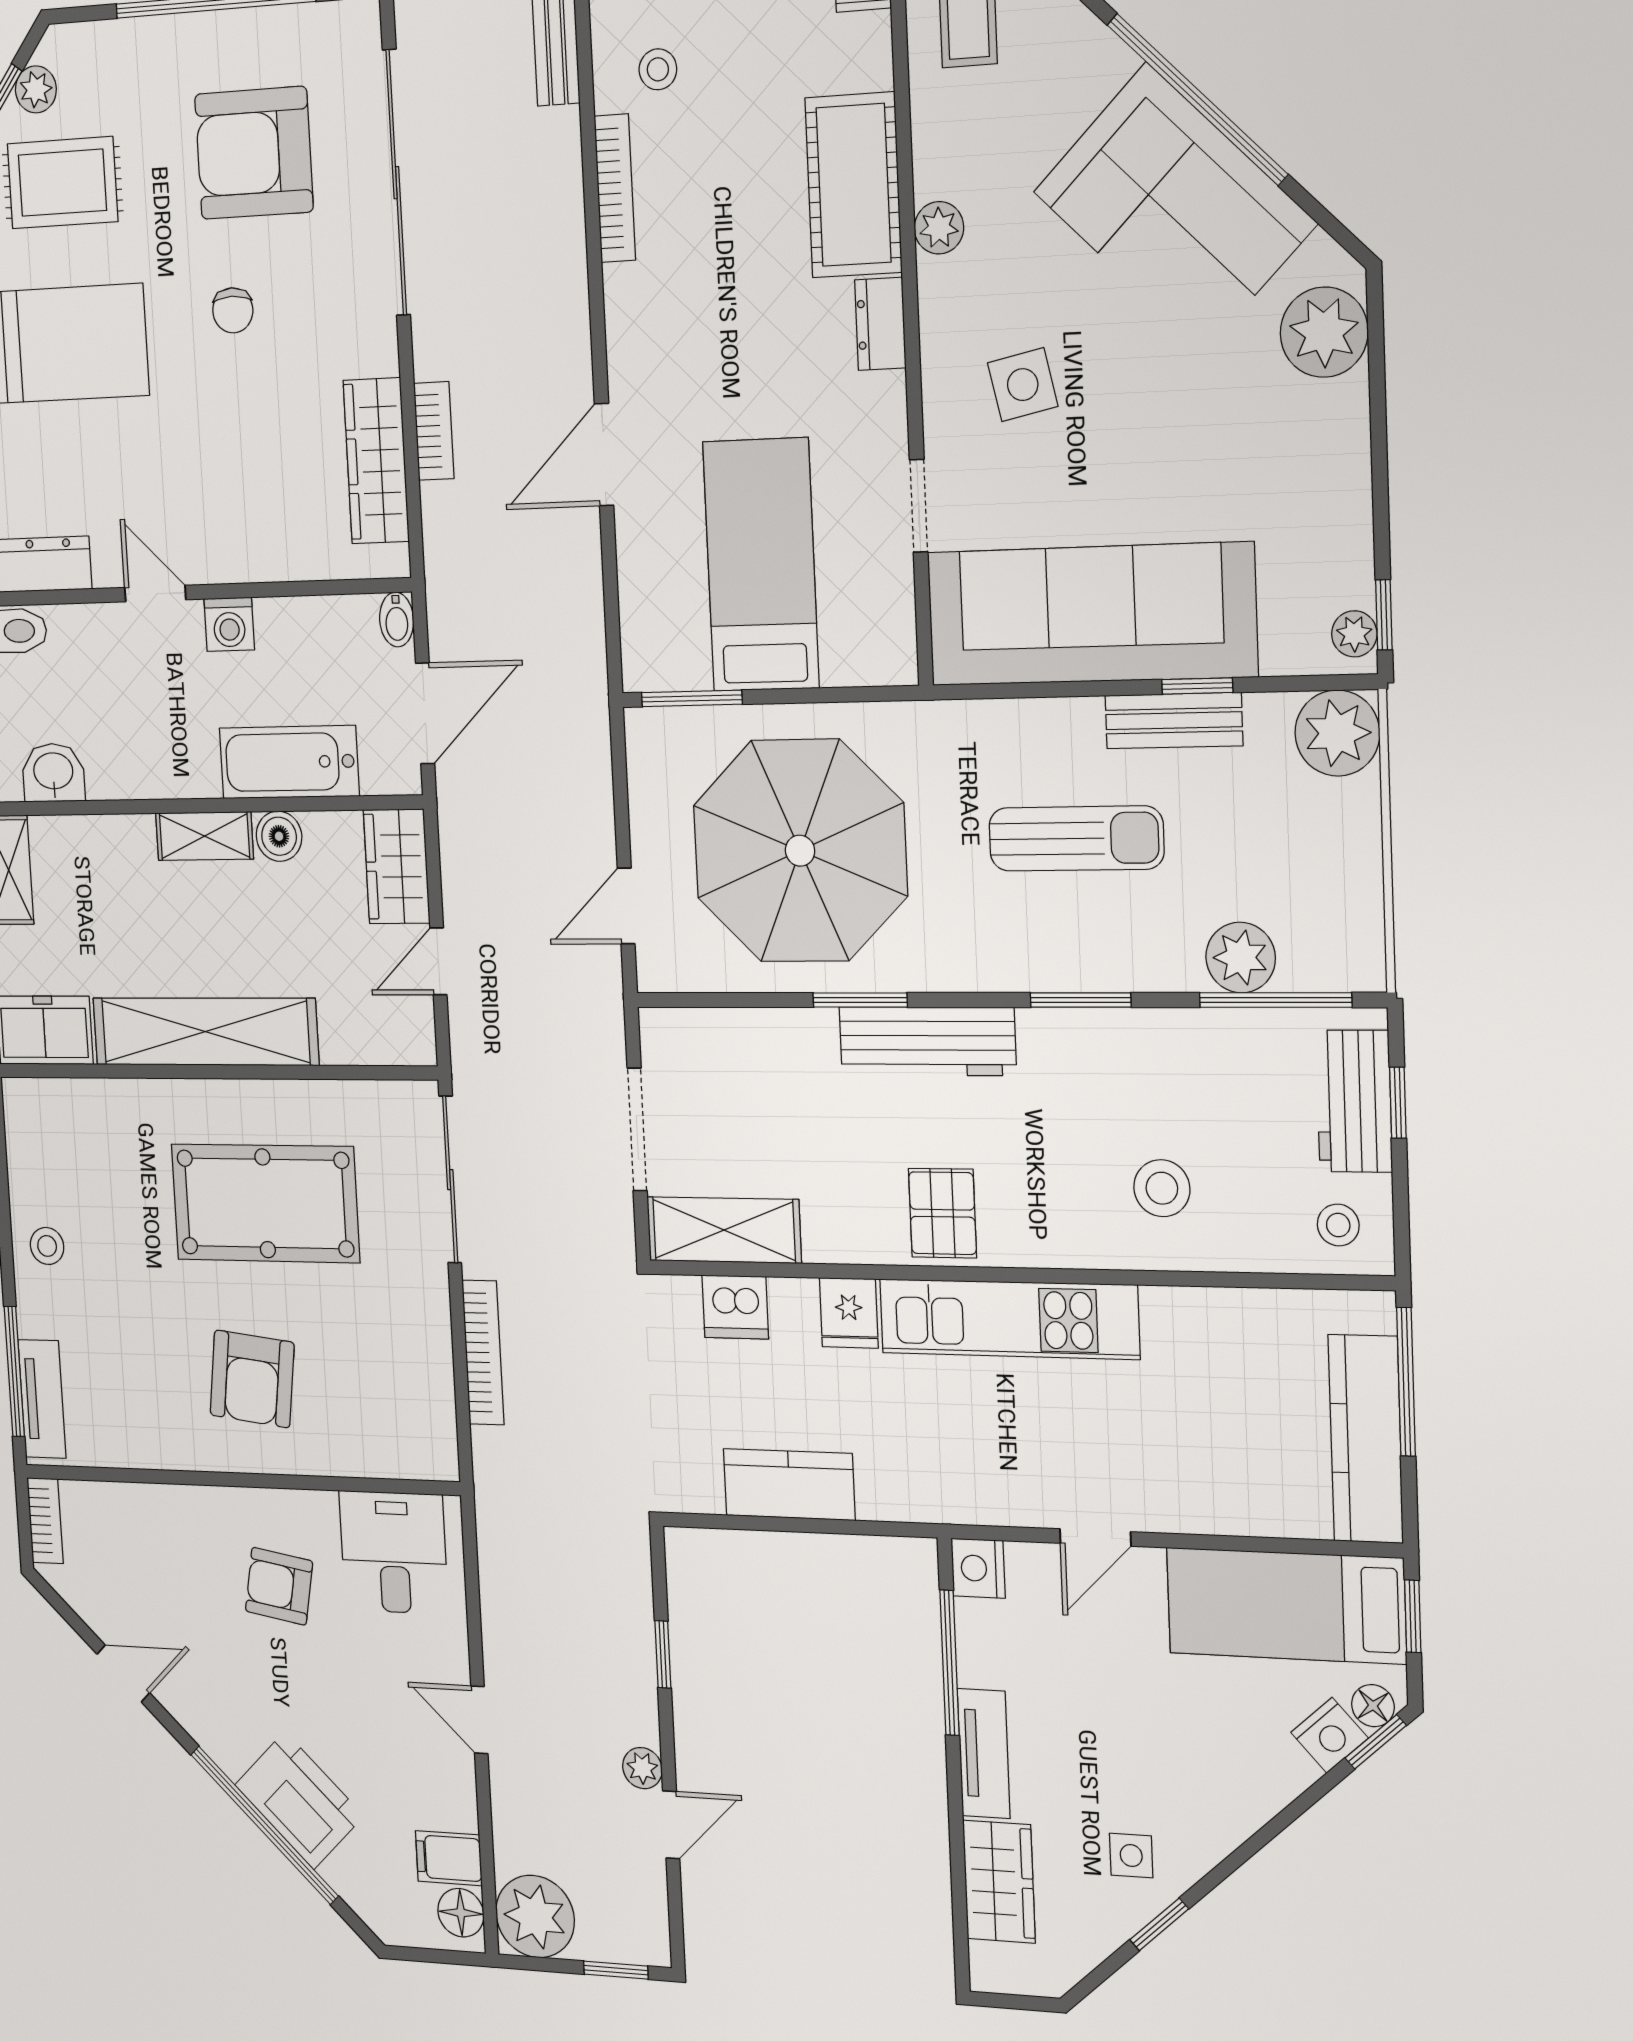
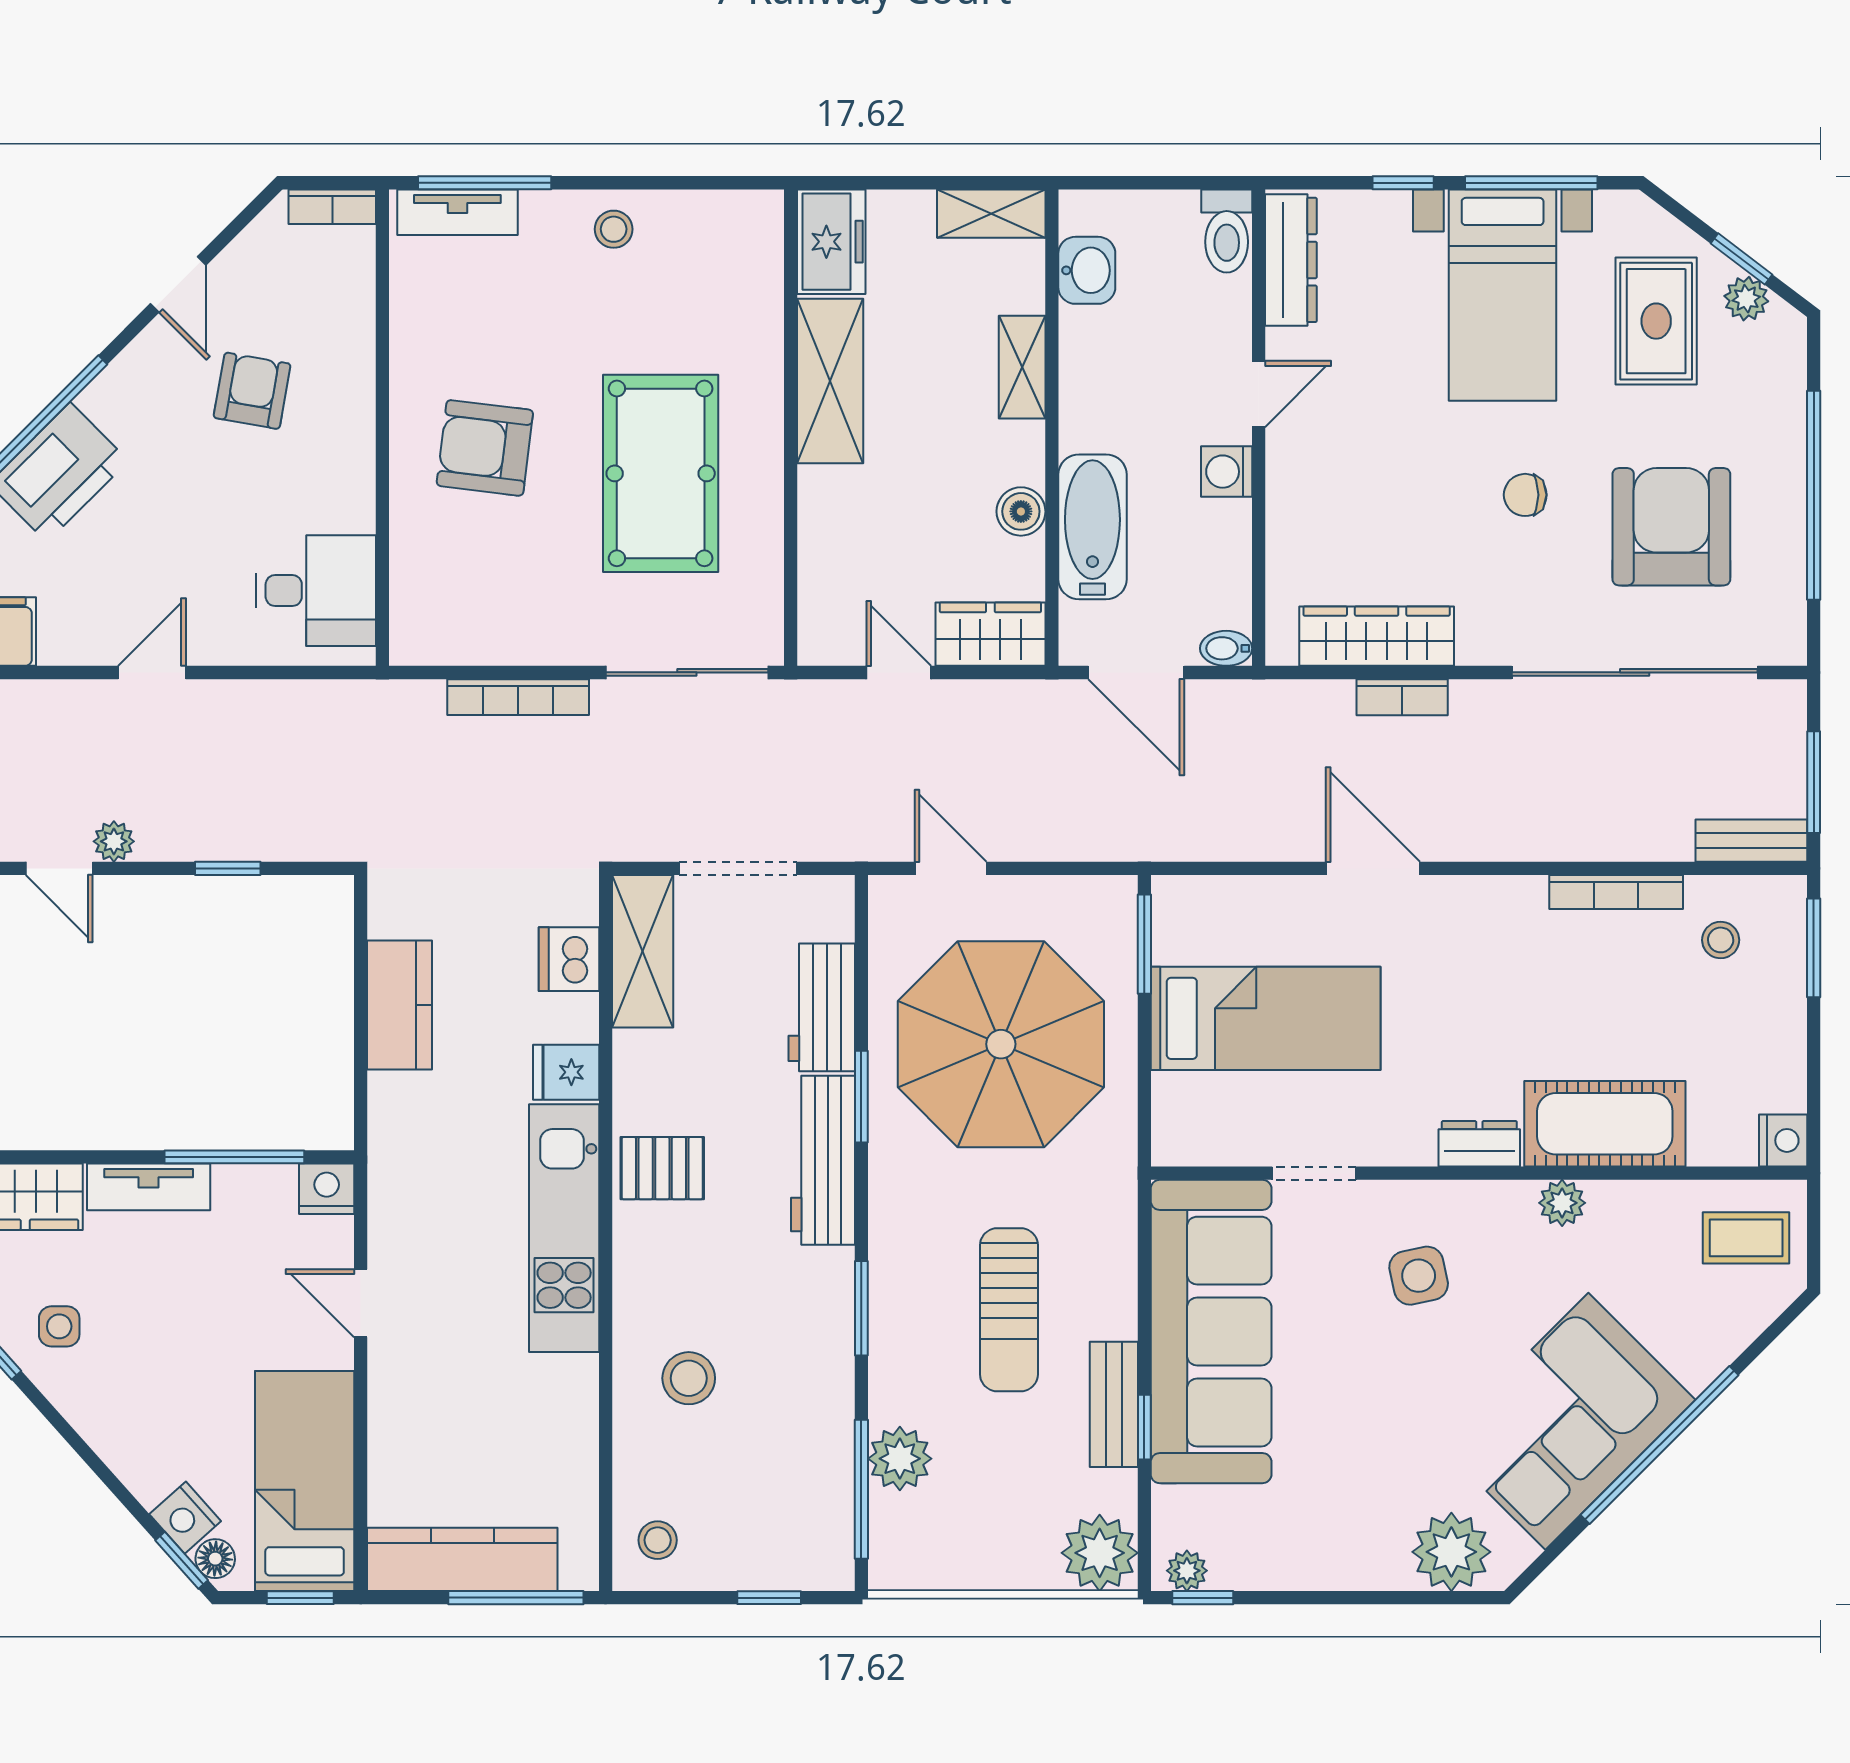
shelving: (204, 836) -> (1022, 367), moved
shelving: (205, 1032) -> (830, 381), width x0.68
workbench: (1354, 1101) -> (822, 1007), moved, turned -90
armchair: (279, 1586) -> (252, 391), moved

